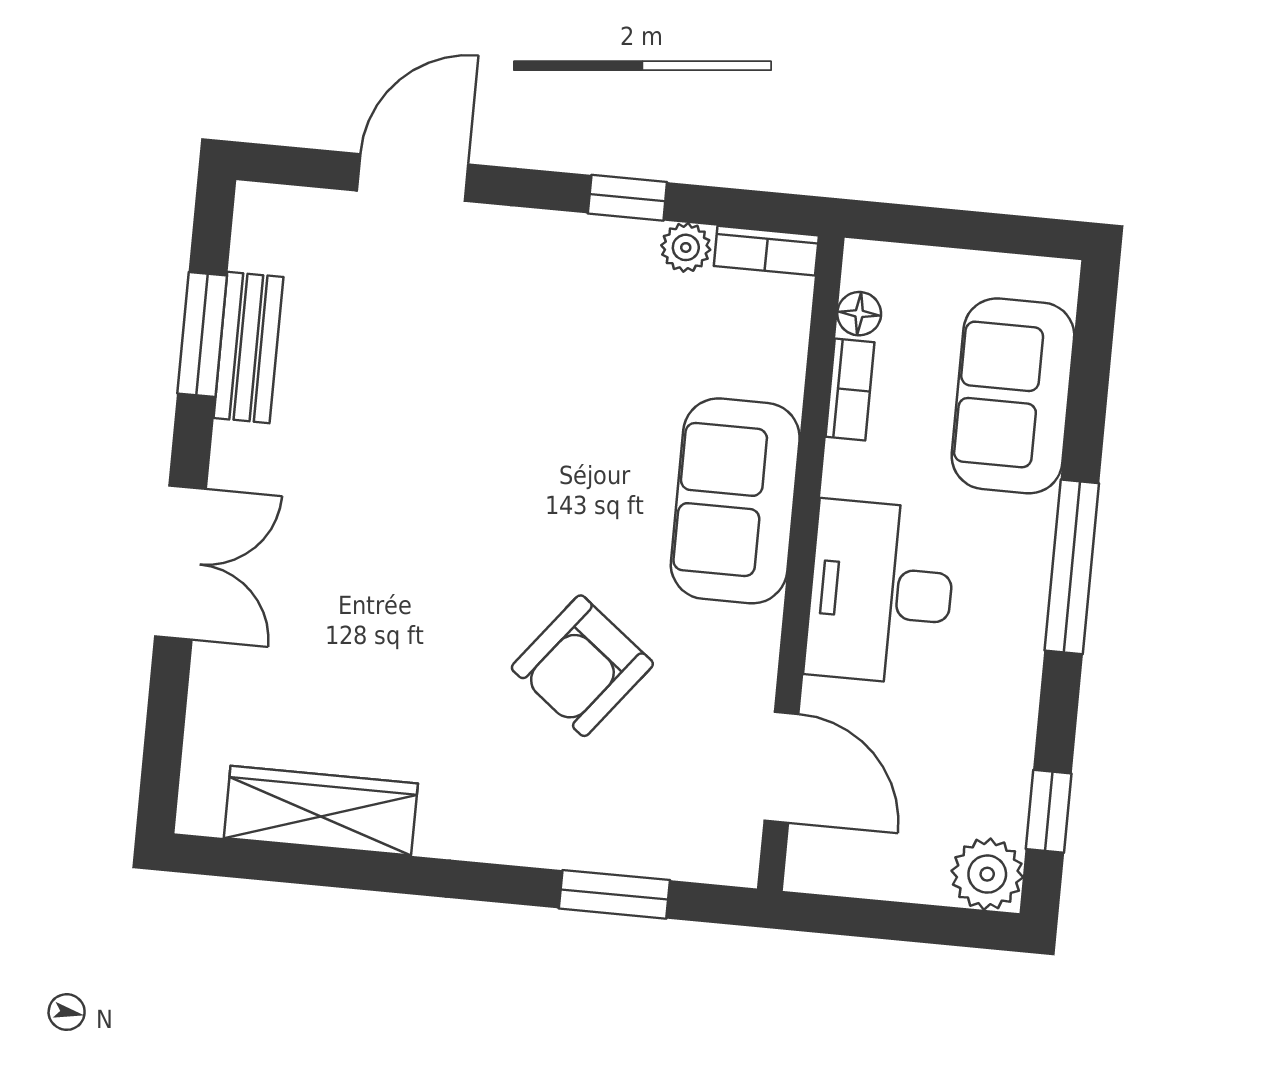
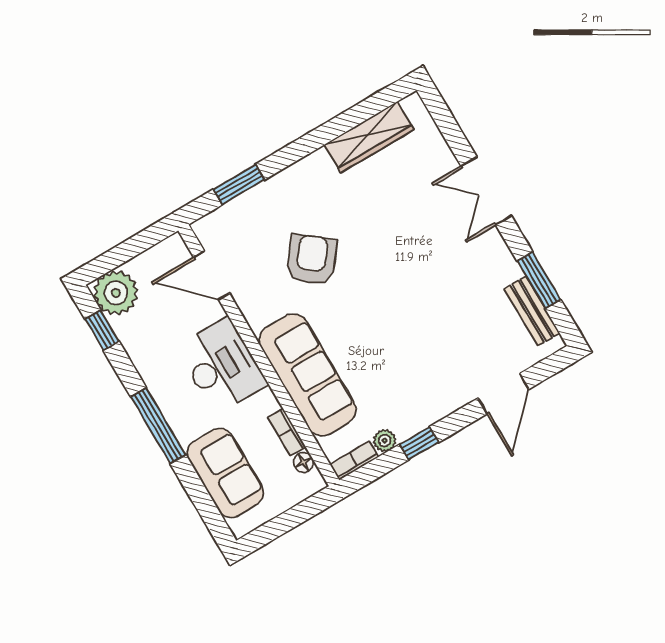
bench: (248, 347) -> (532, 311), moved
sofa: (735, 501) -> (308, 375), width x1.36
plant: (987, 874) -> (116, 293), width x1.36, depth x1.36

